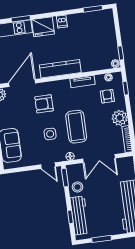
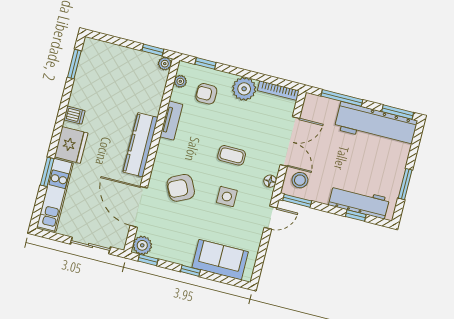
armchair: (44, 104) -> (181, 188), turned 64
coffee table: (76, 127) -> (232, 155), width x0.54, depth x0.58
stool: (77, 187) -> (300, 180), moved

